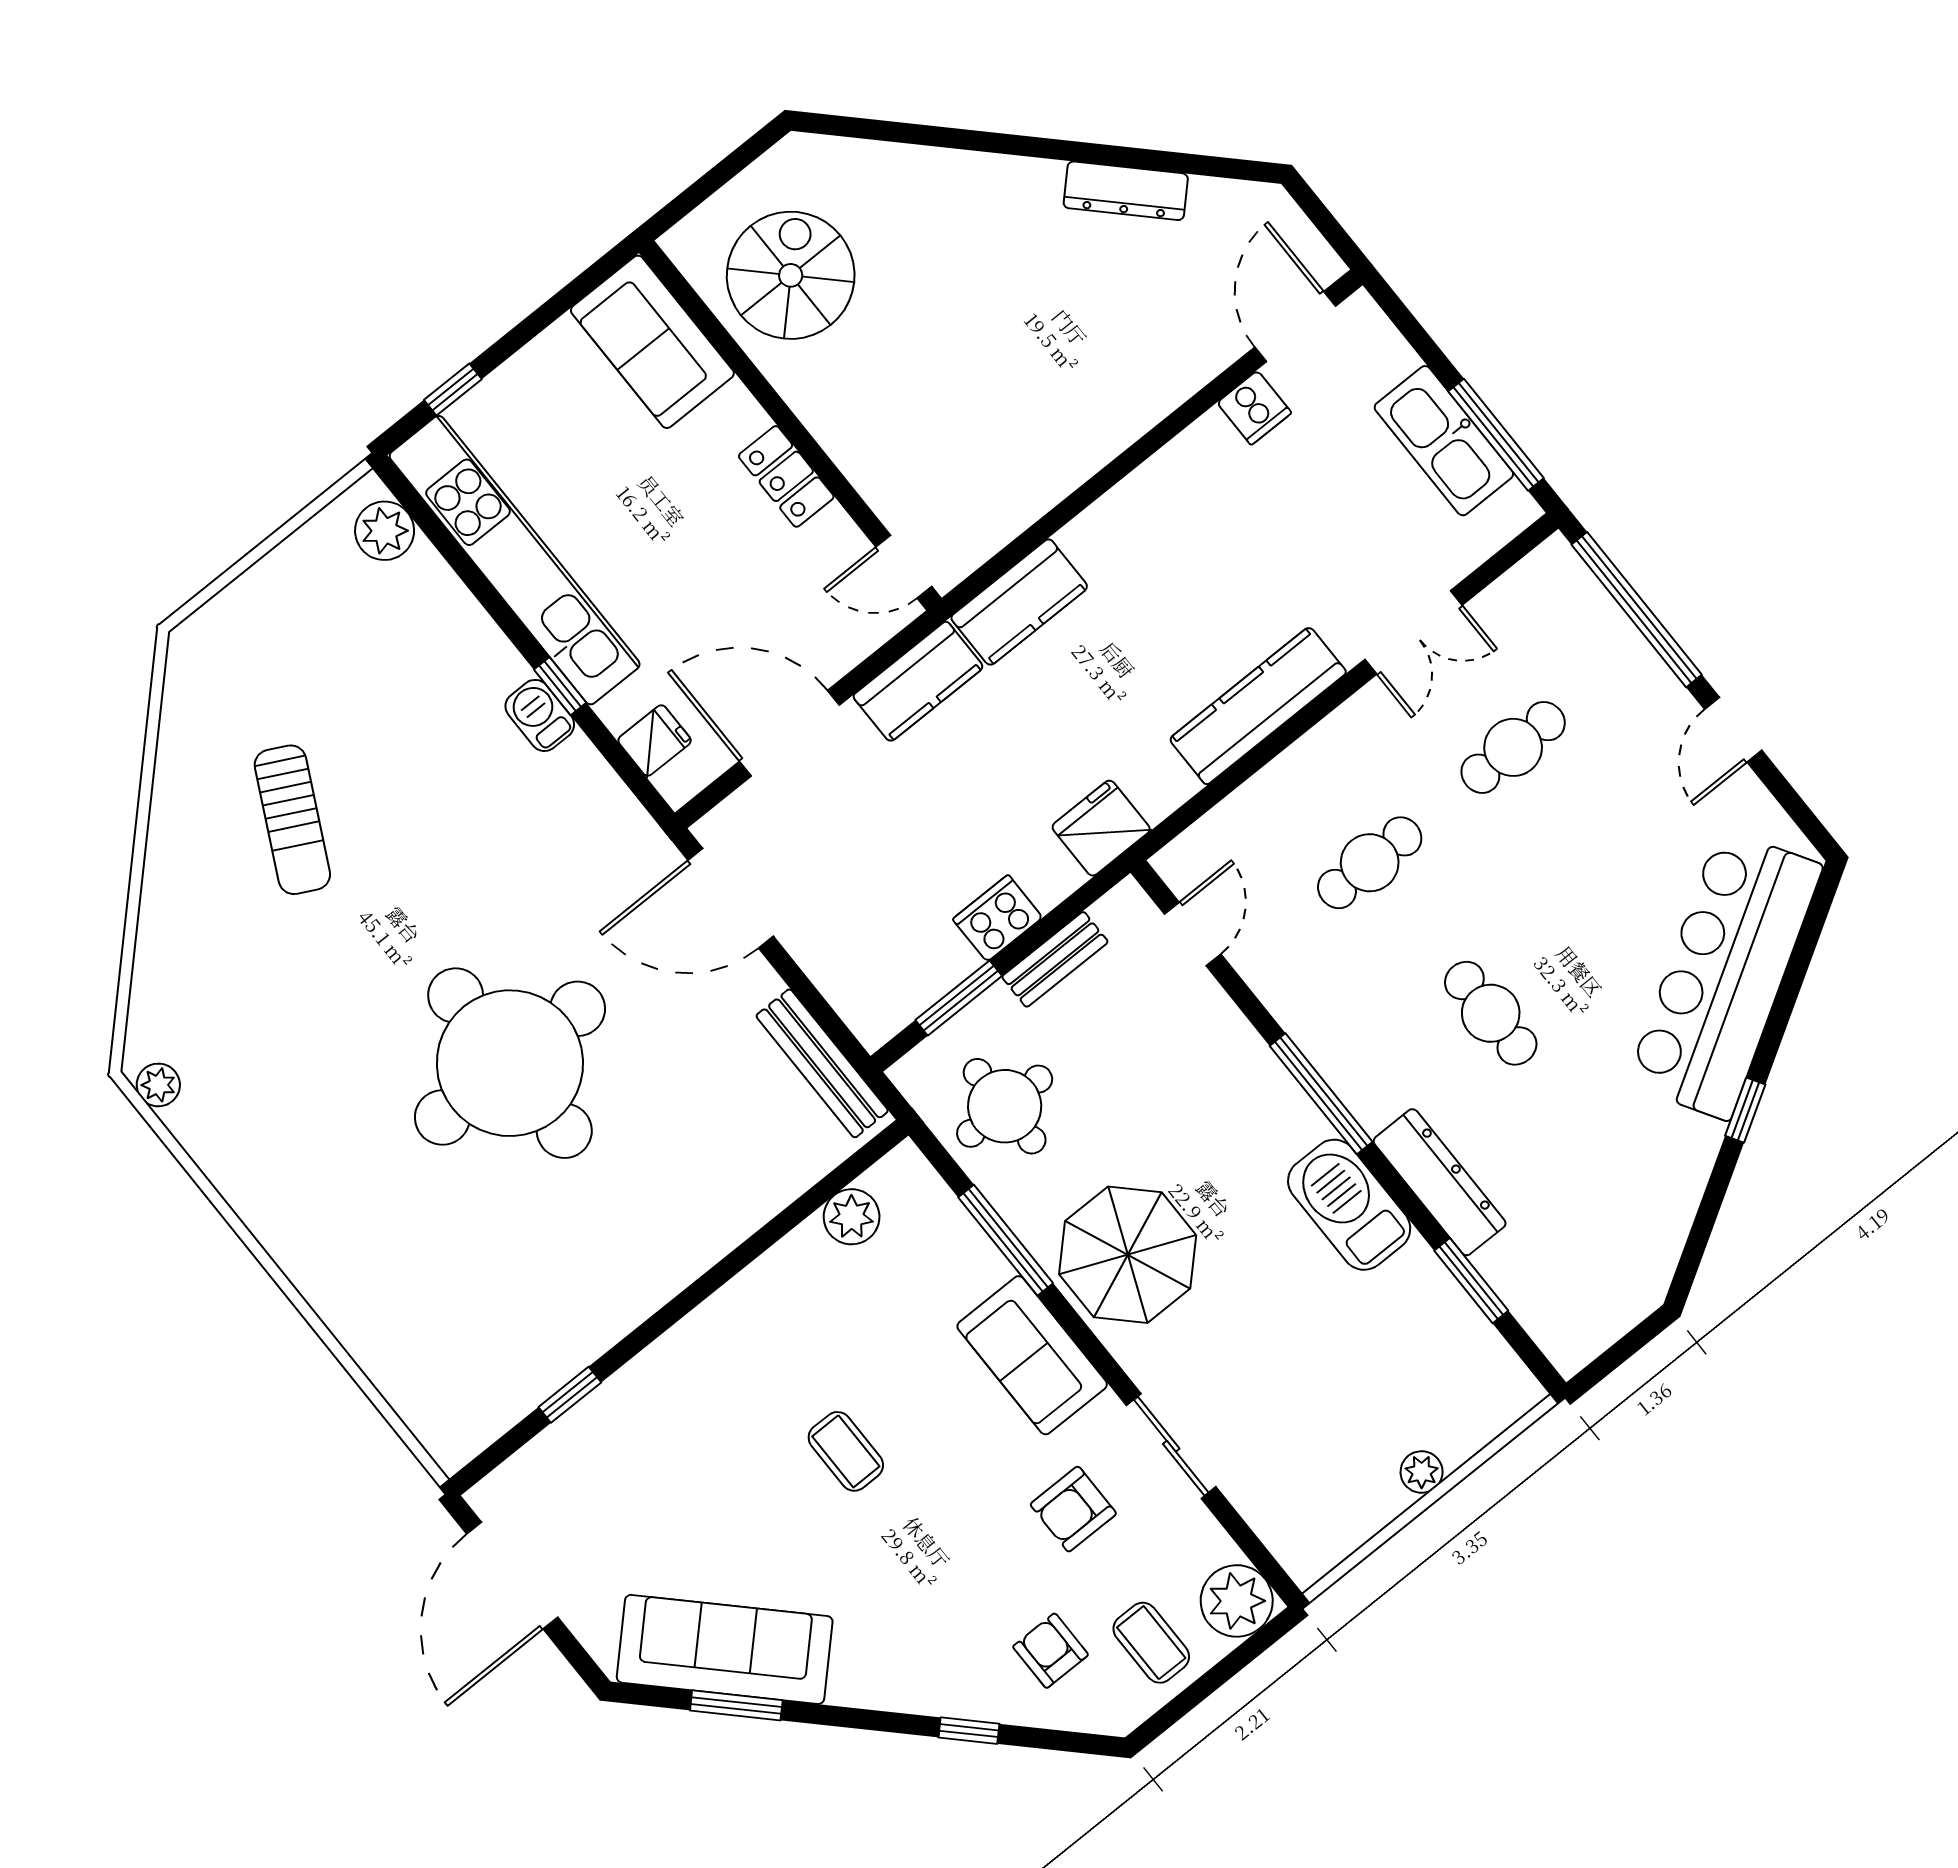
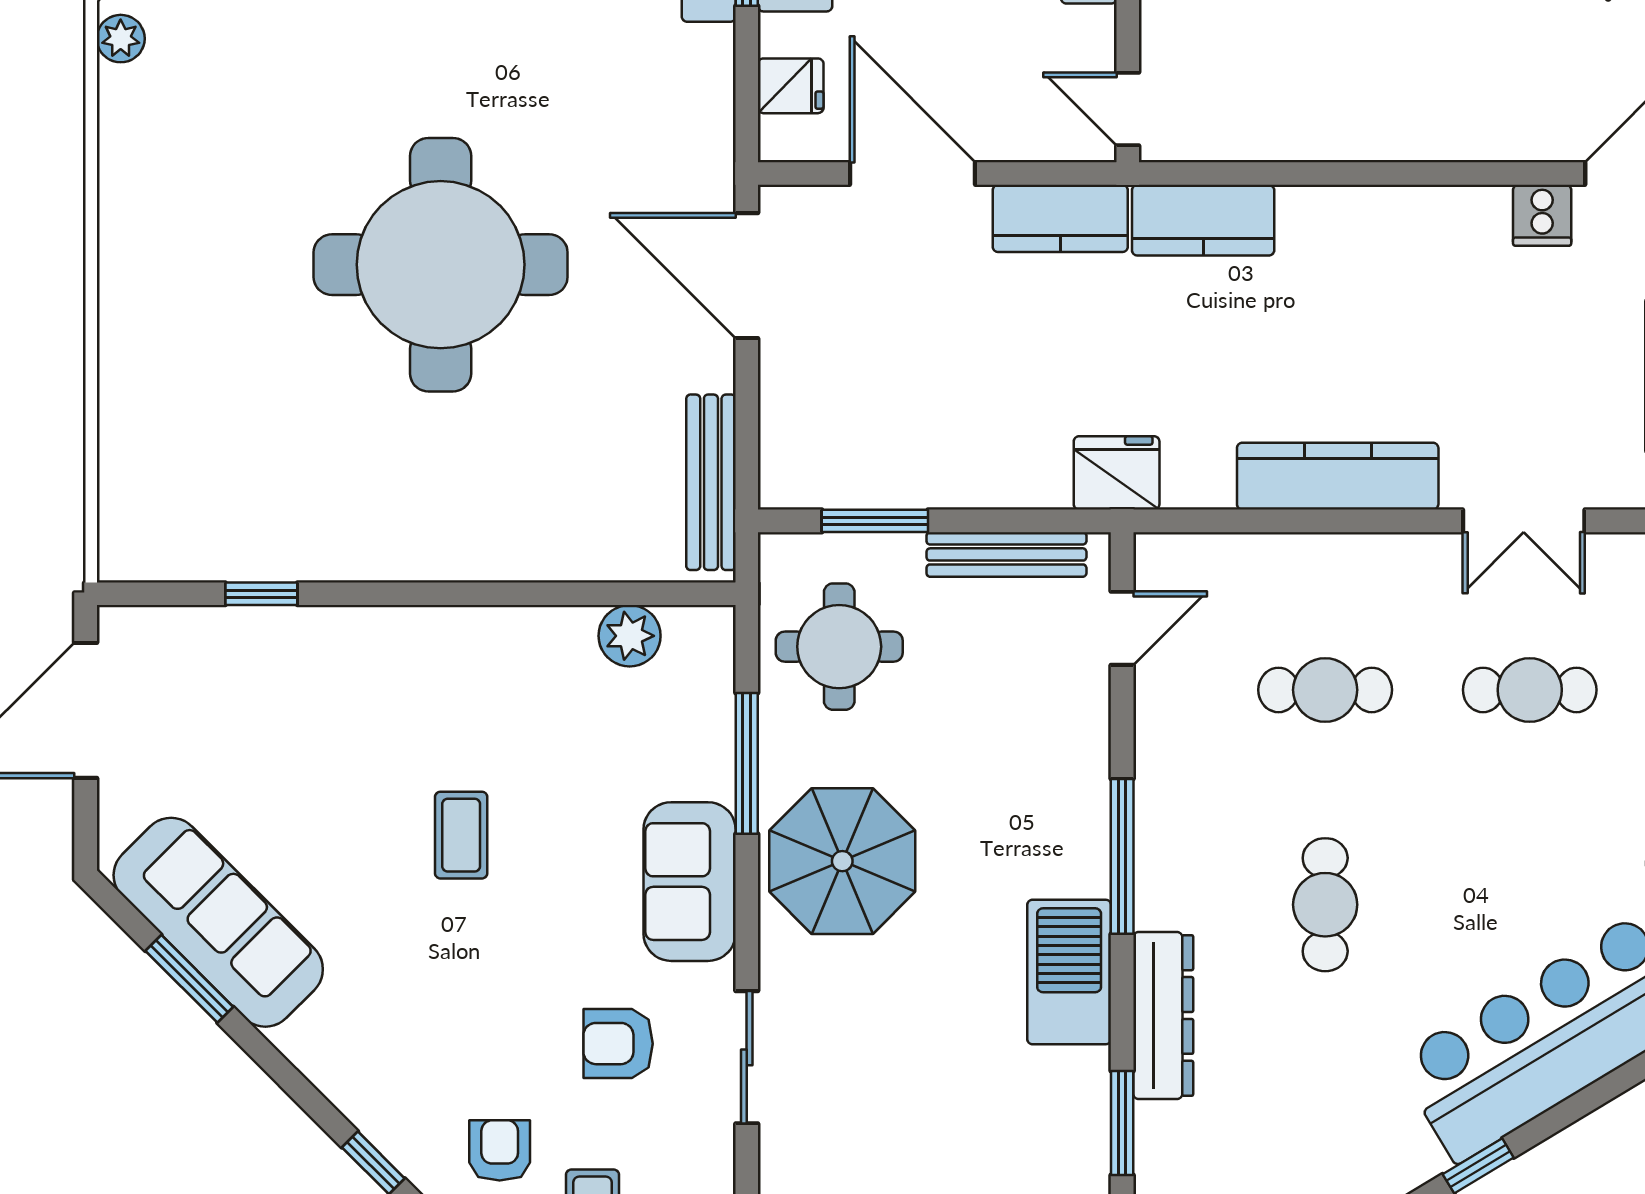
cooker: (998, 918) -> (964, 479), removed
bench: (1055, 959) -> (1006, 554), width x1.36

